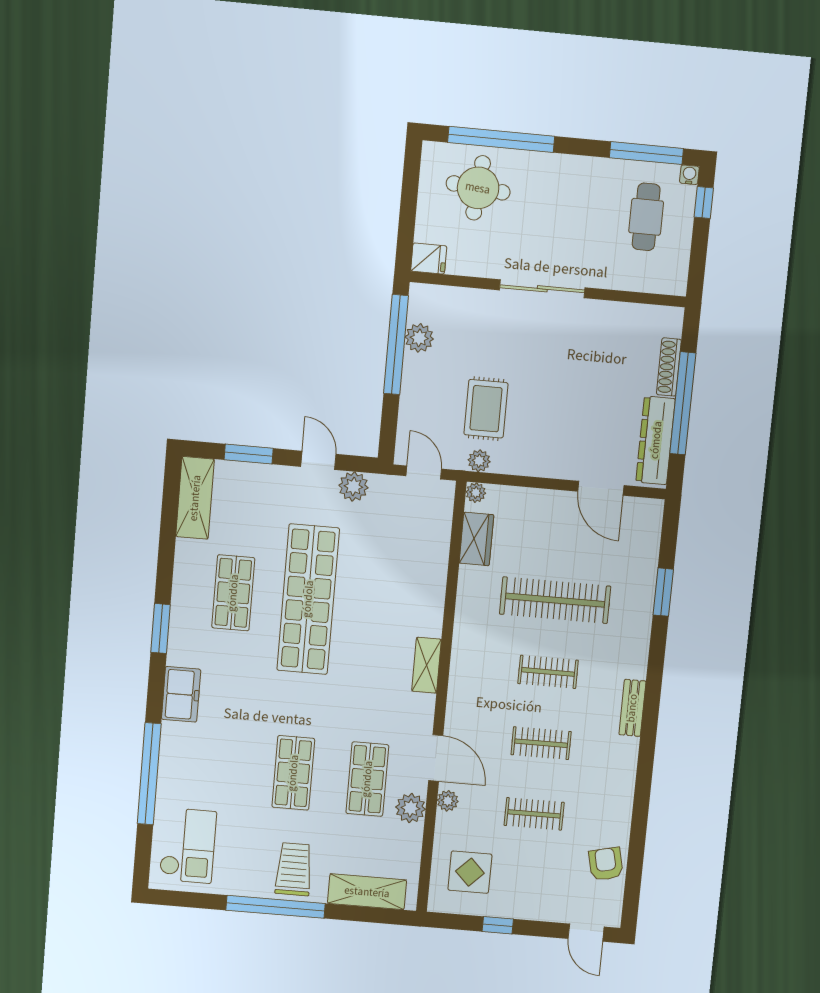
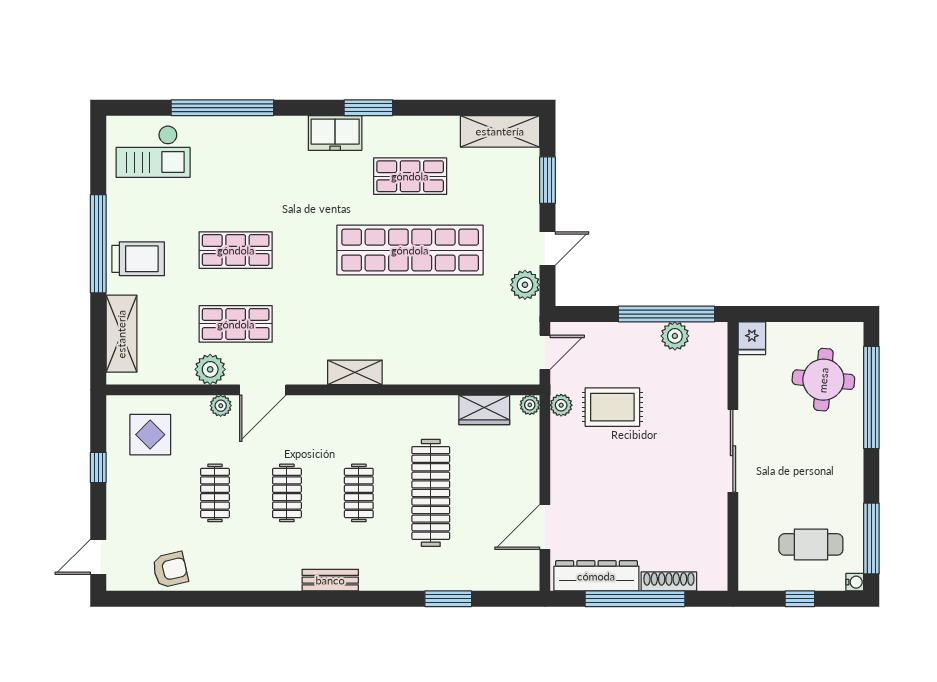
window: (704, 203) -> (800, 599), moved
freezer: (181, 694) -> (335, 133), moved

